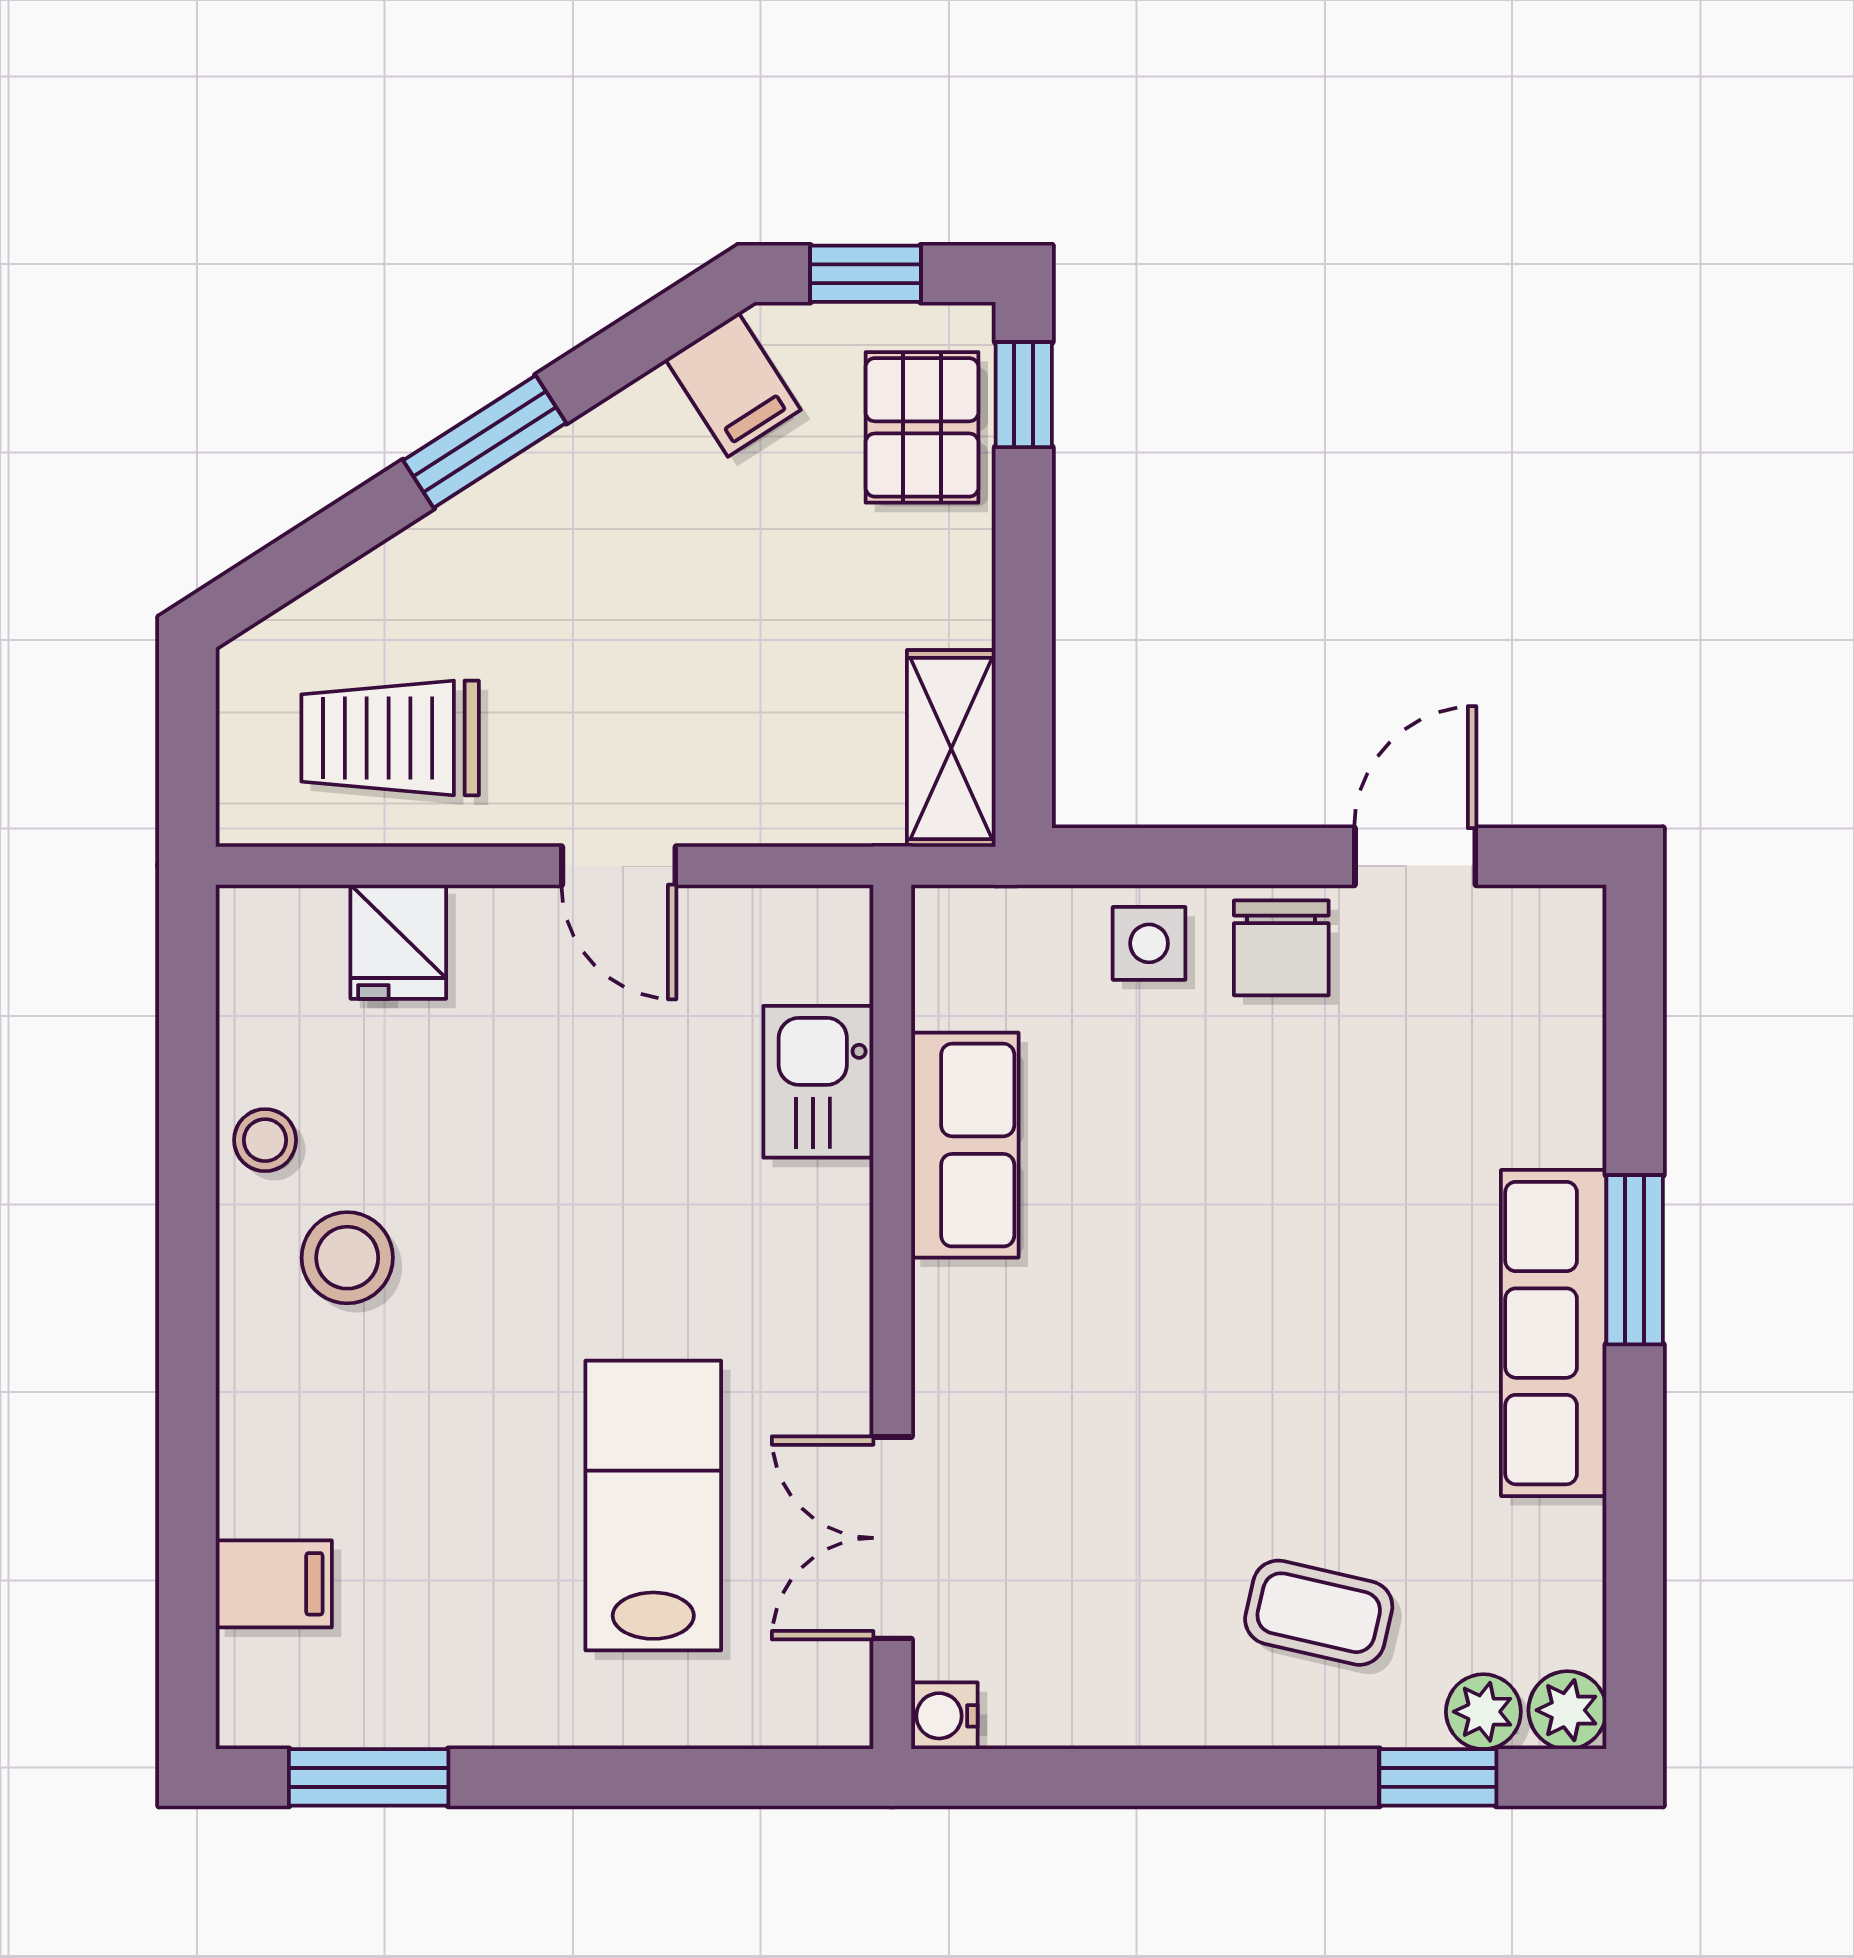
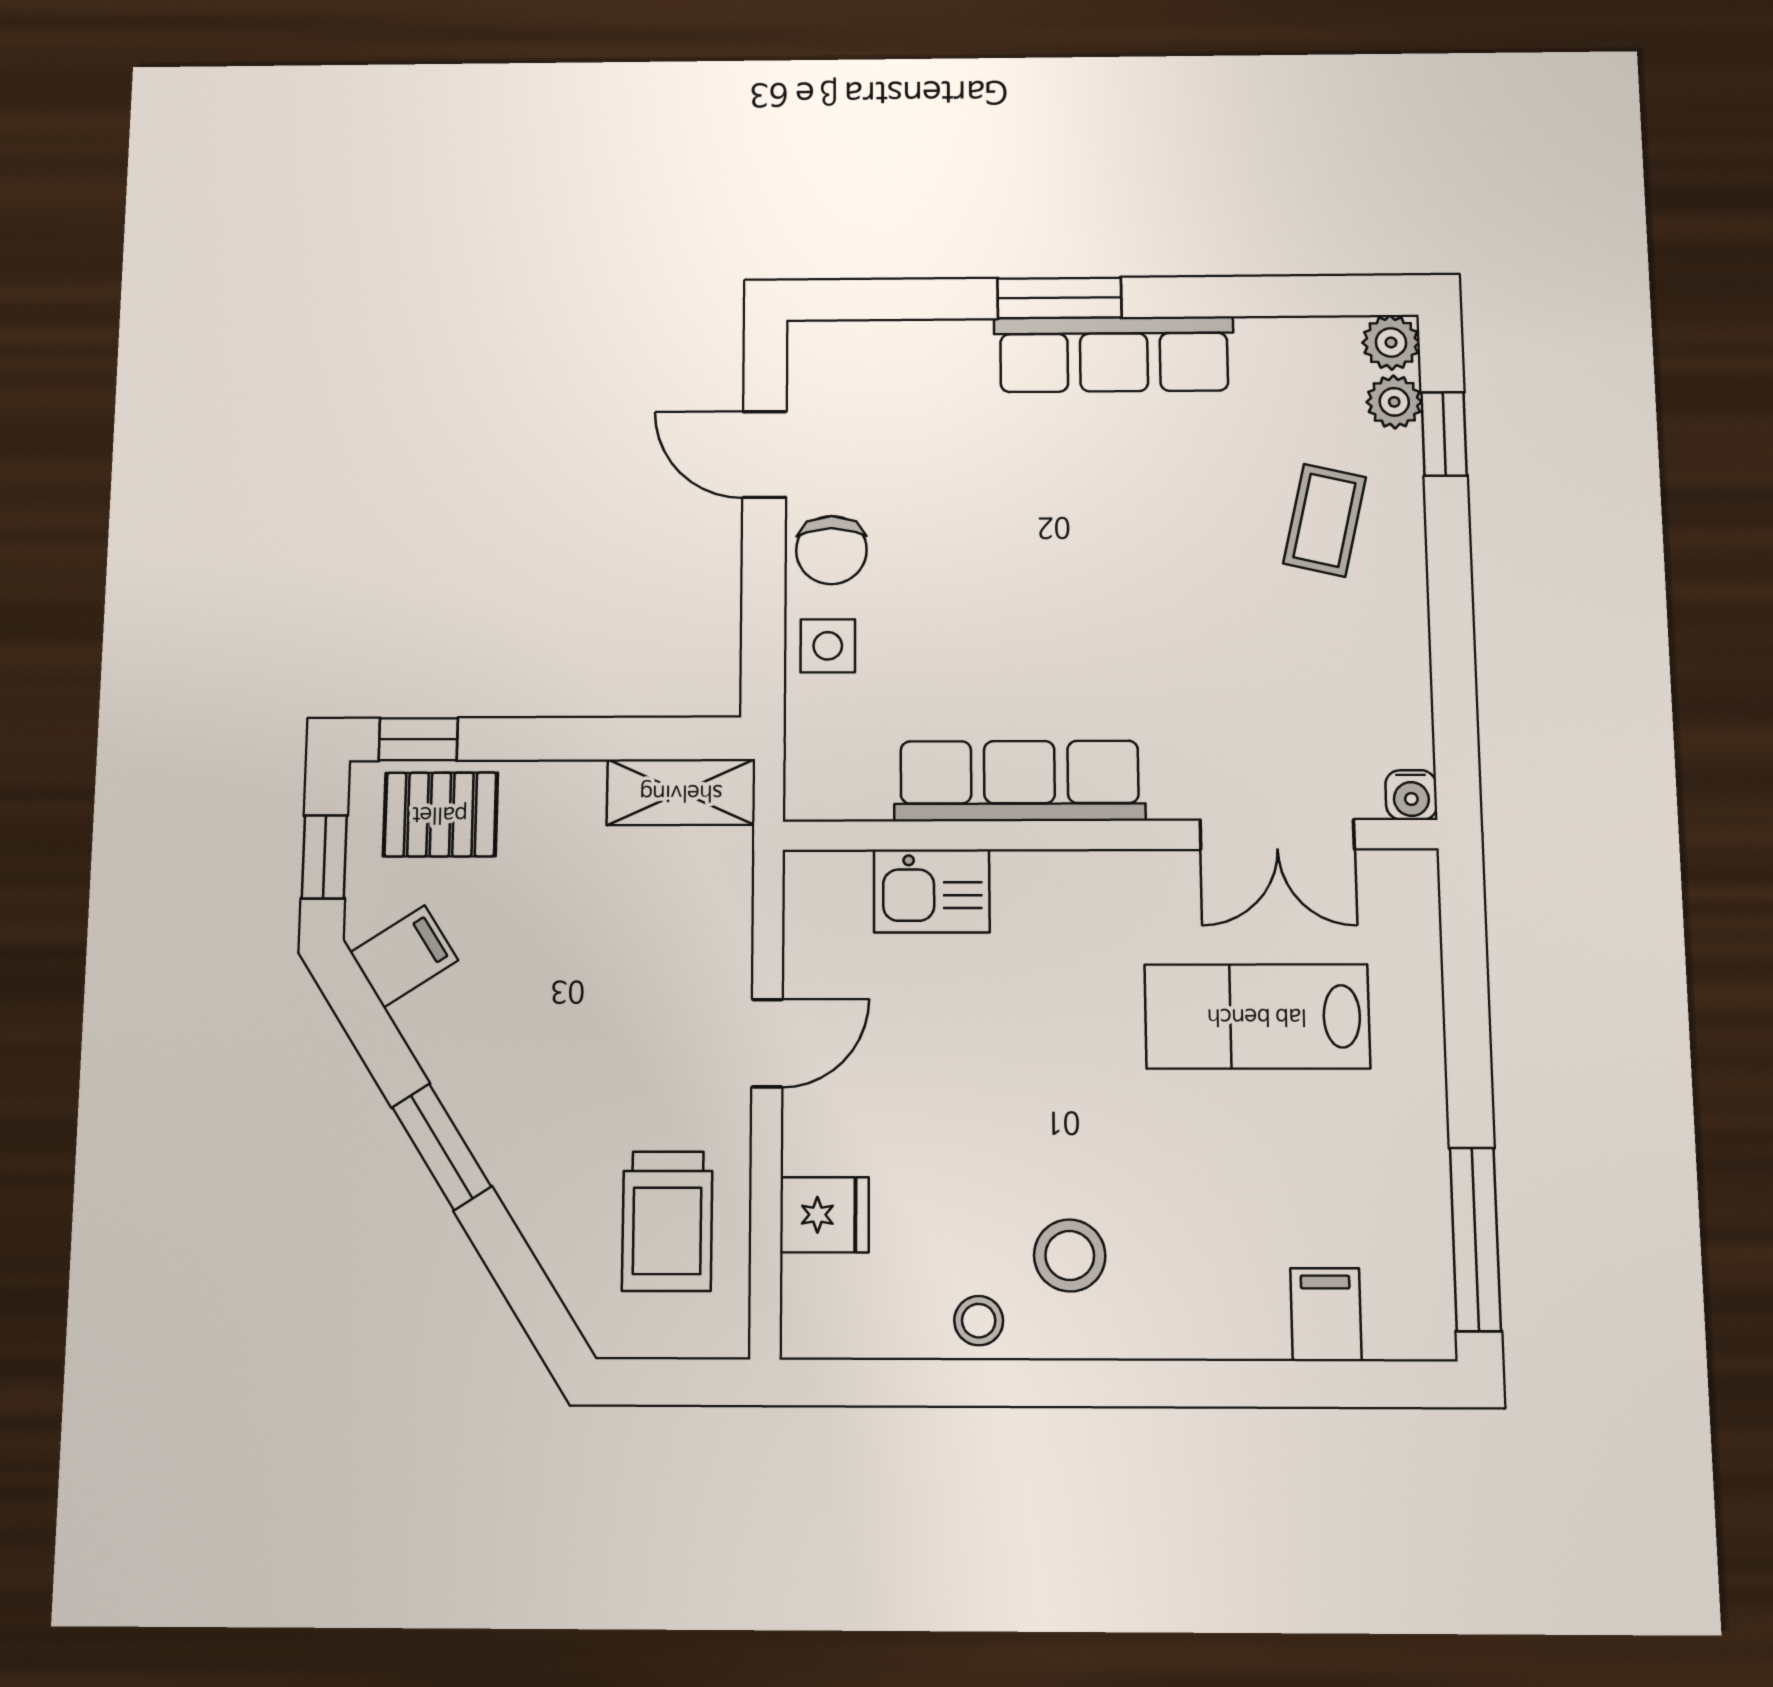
chair: (1281, 948) -> (831, 550), turned 90
row of seats: (965, 1145) -> (1019, 781), width x1.48
window: (369, 1777) -> (1475, 1239), width x1.44

